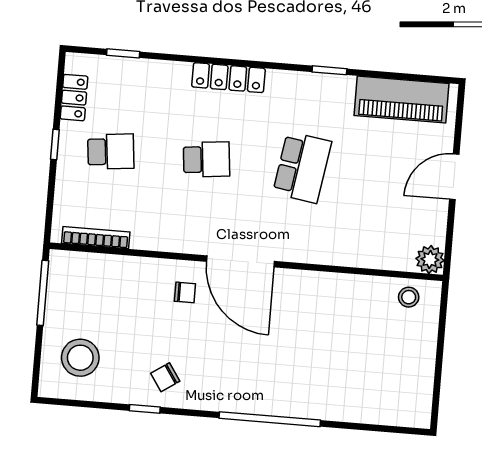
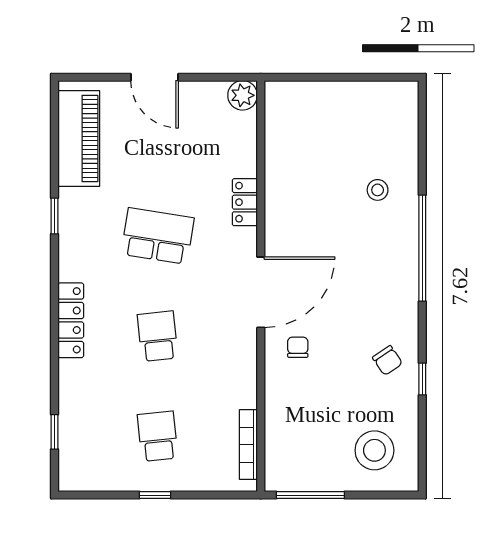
locker: (74, 98) -> (245, 202), moved, turned -90
stool: (409, 297) -> (378, 190), moved

